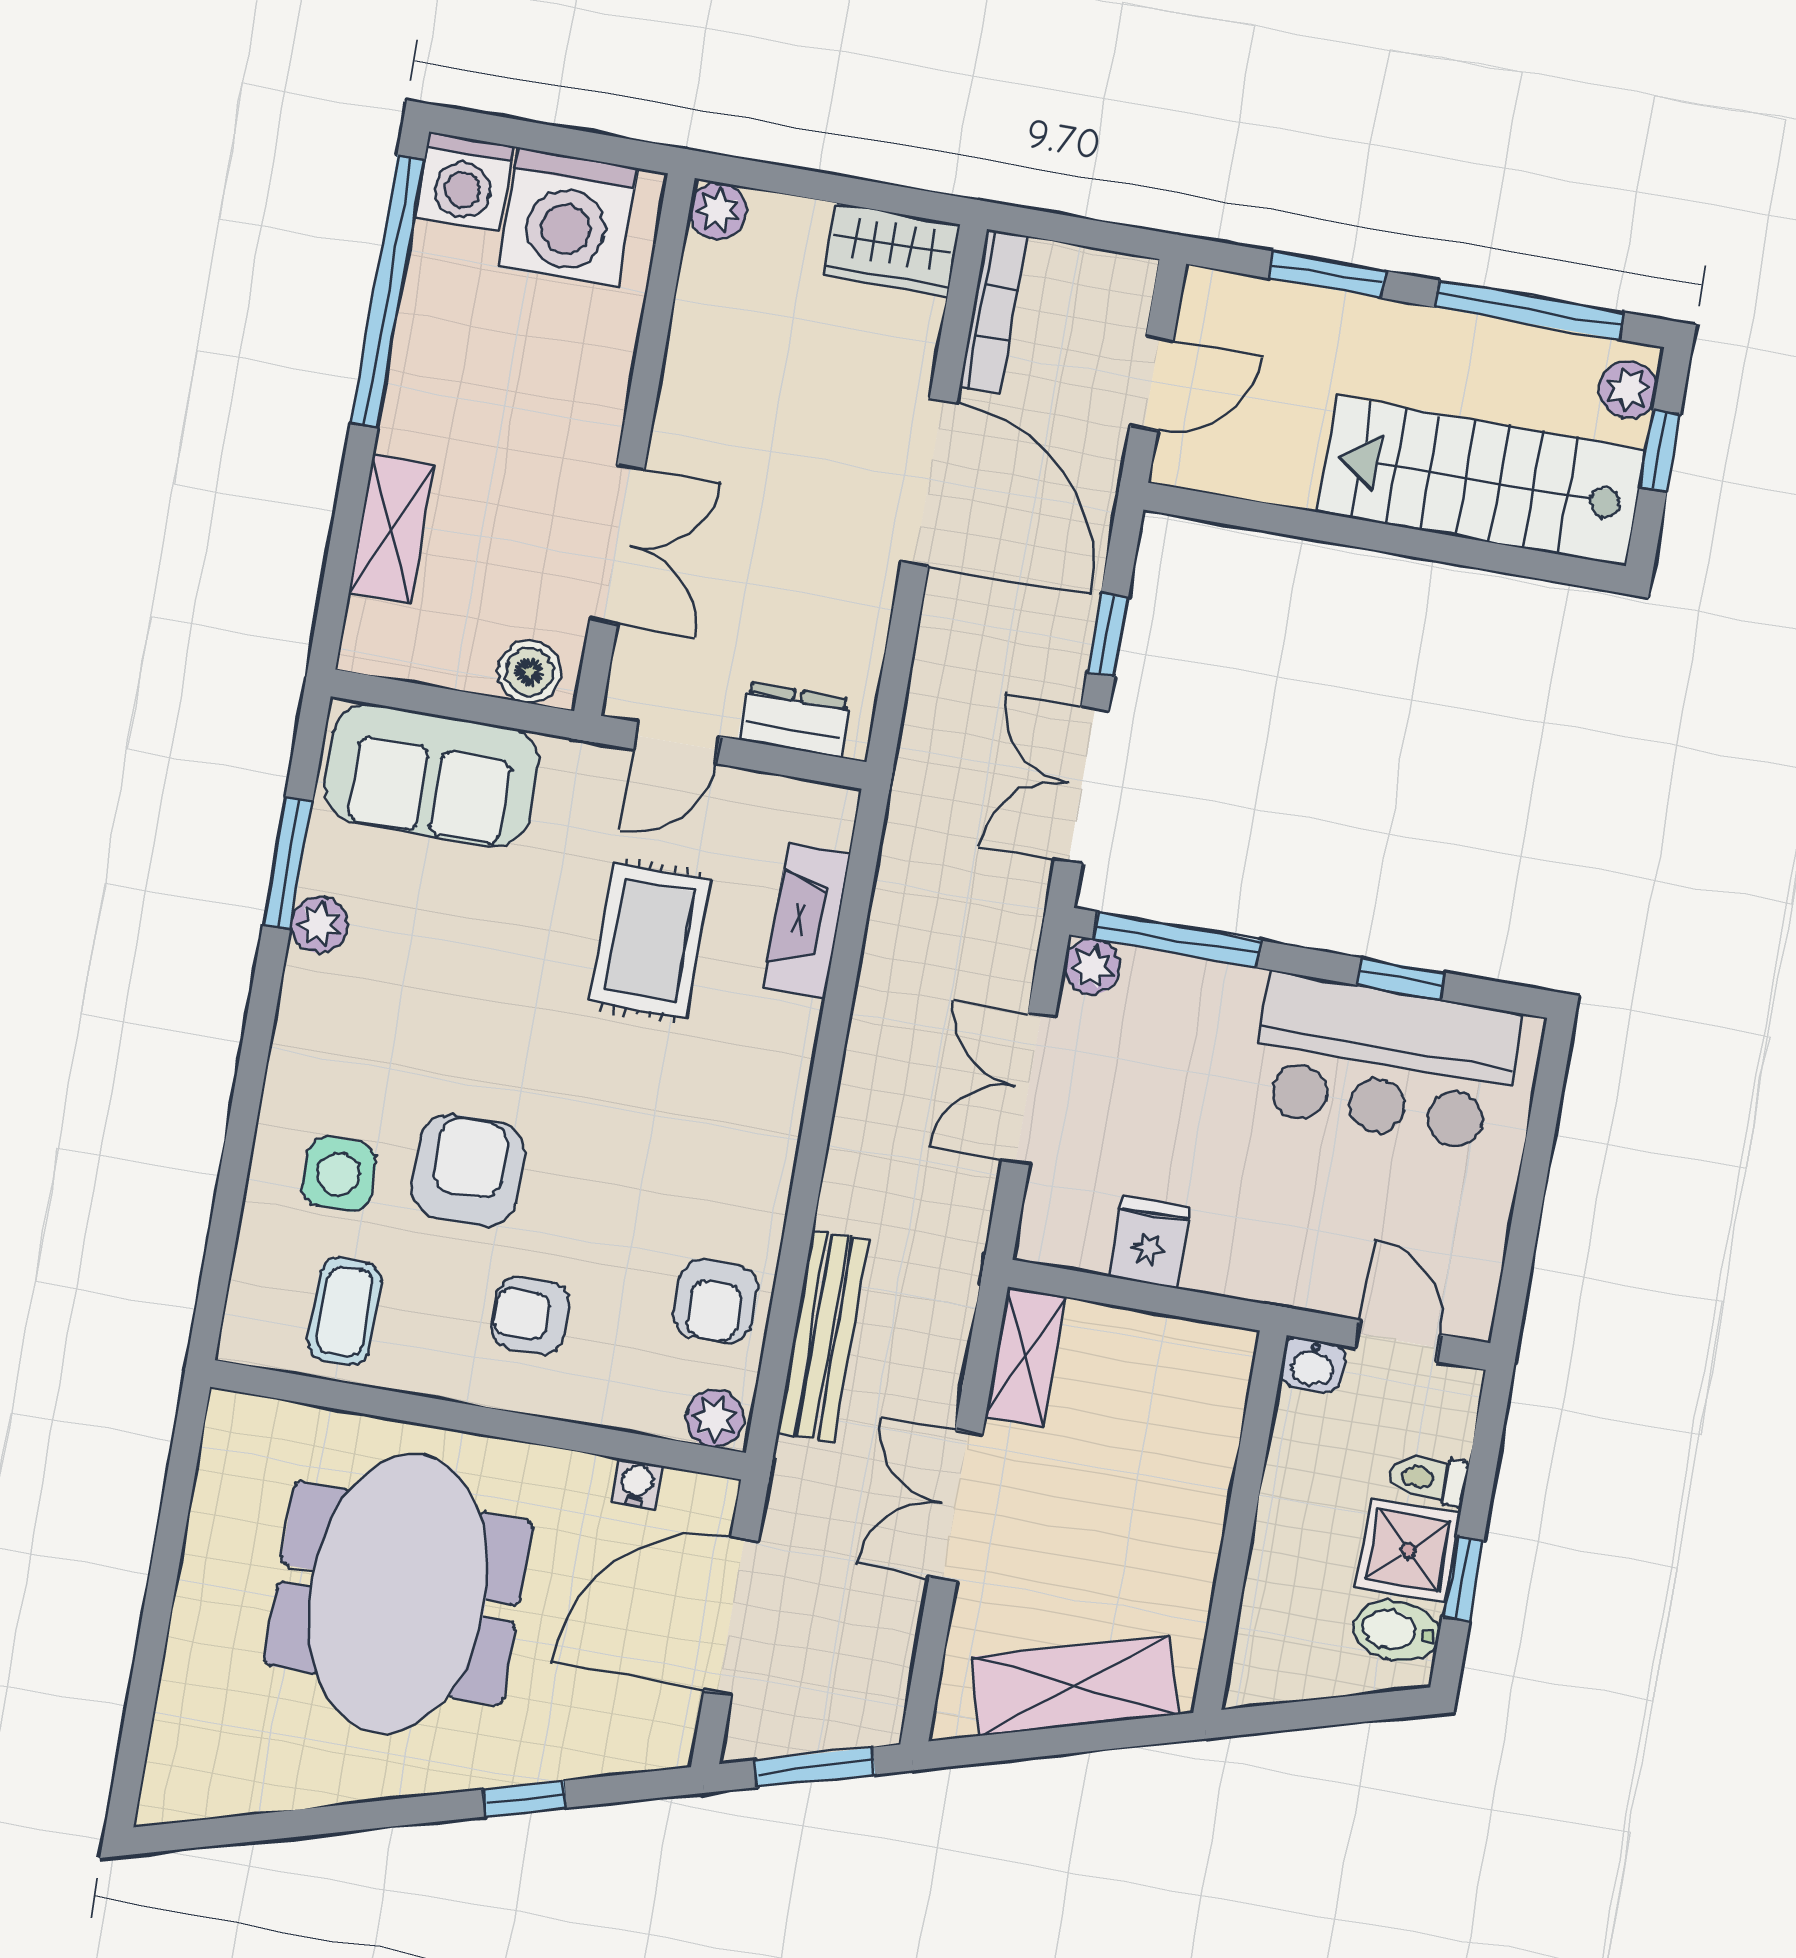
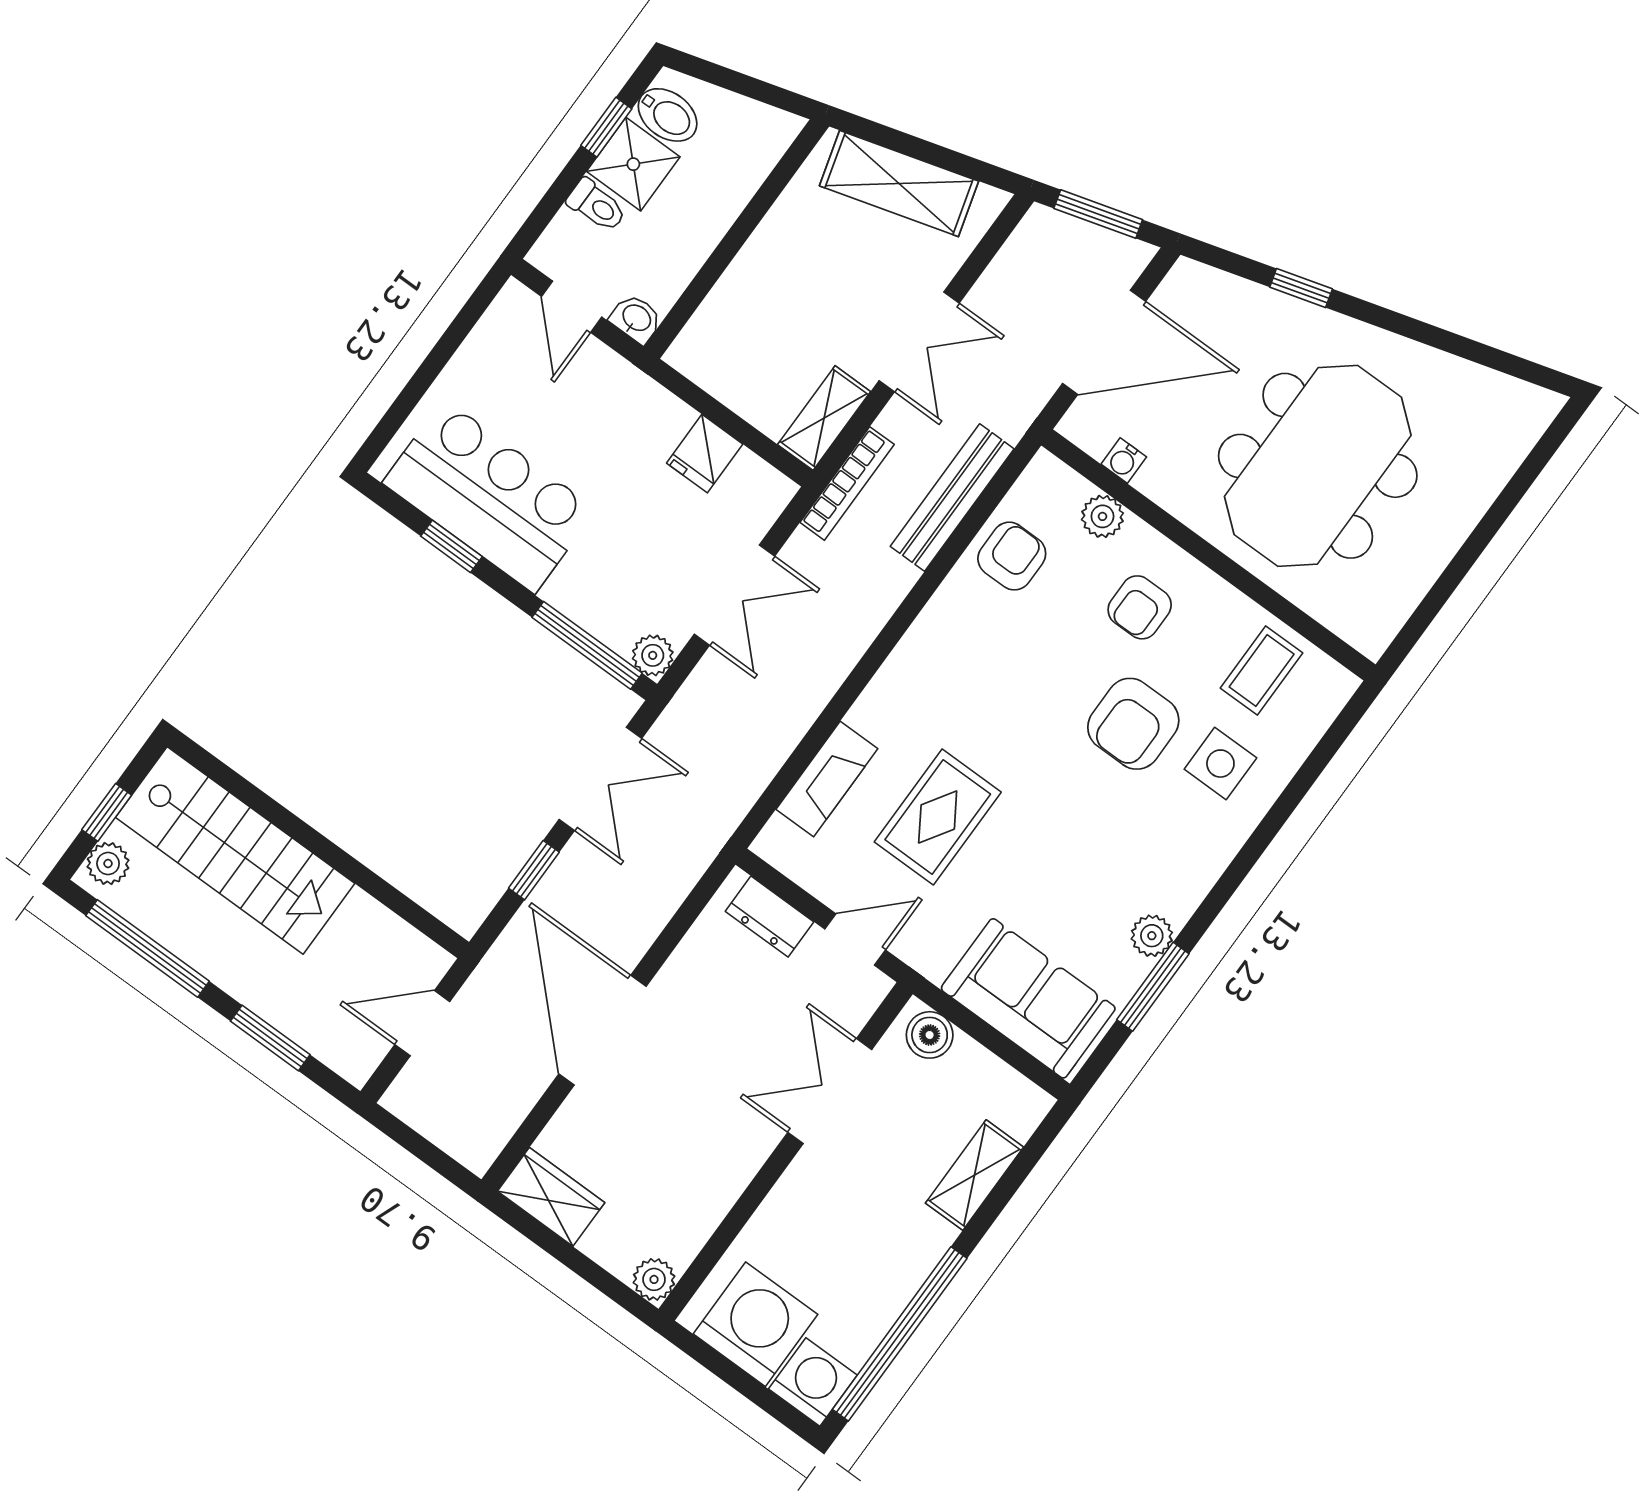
bookcase: (993, 311) -> (847, 483), moved, turned 180
armchair: (530, 1315) -> (1140, 607), turned 90
plant: (715, 1418) -> (1102, 516), moved

